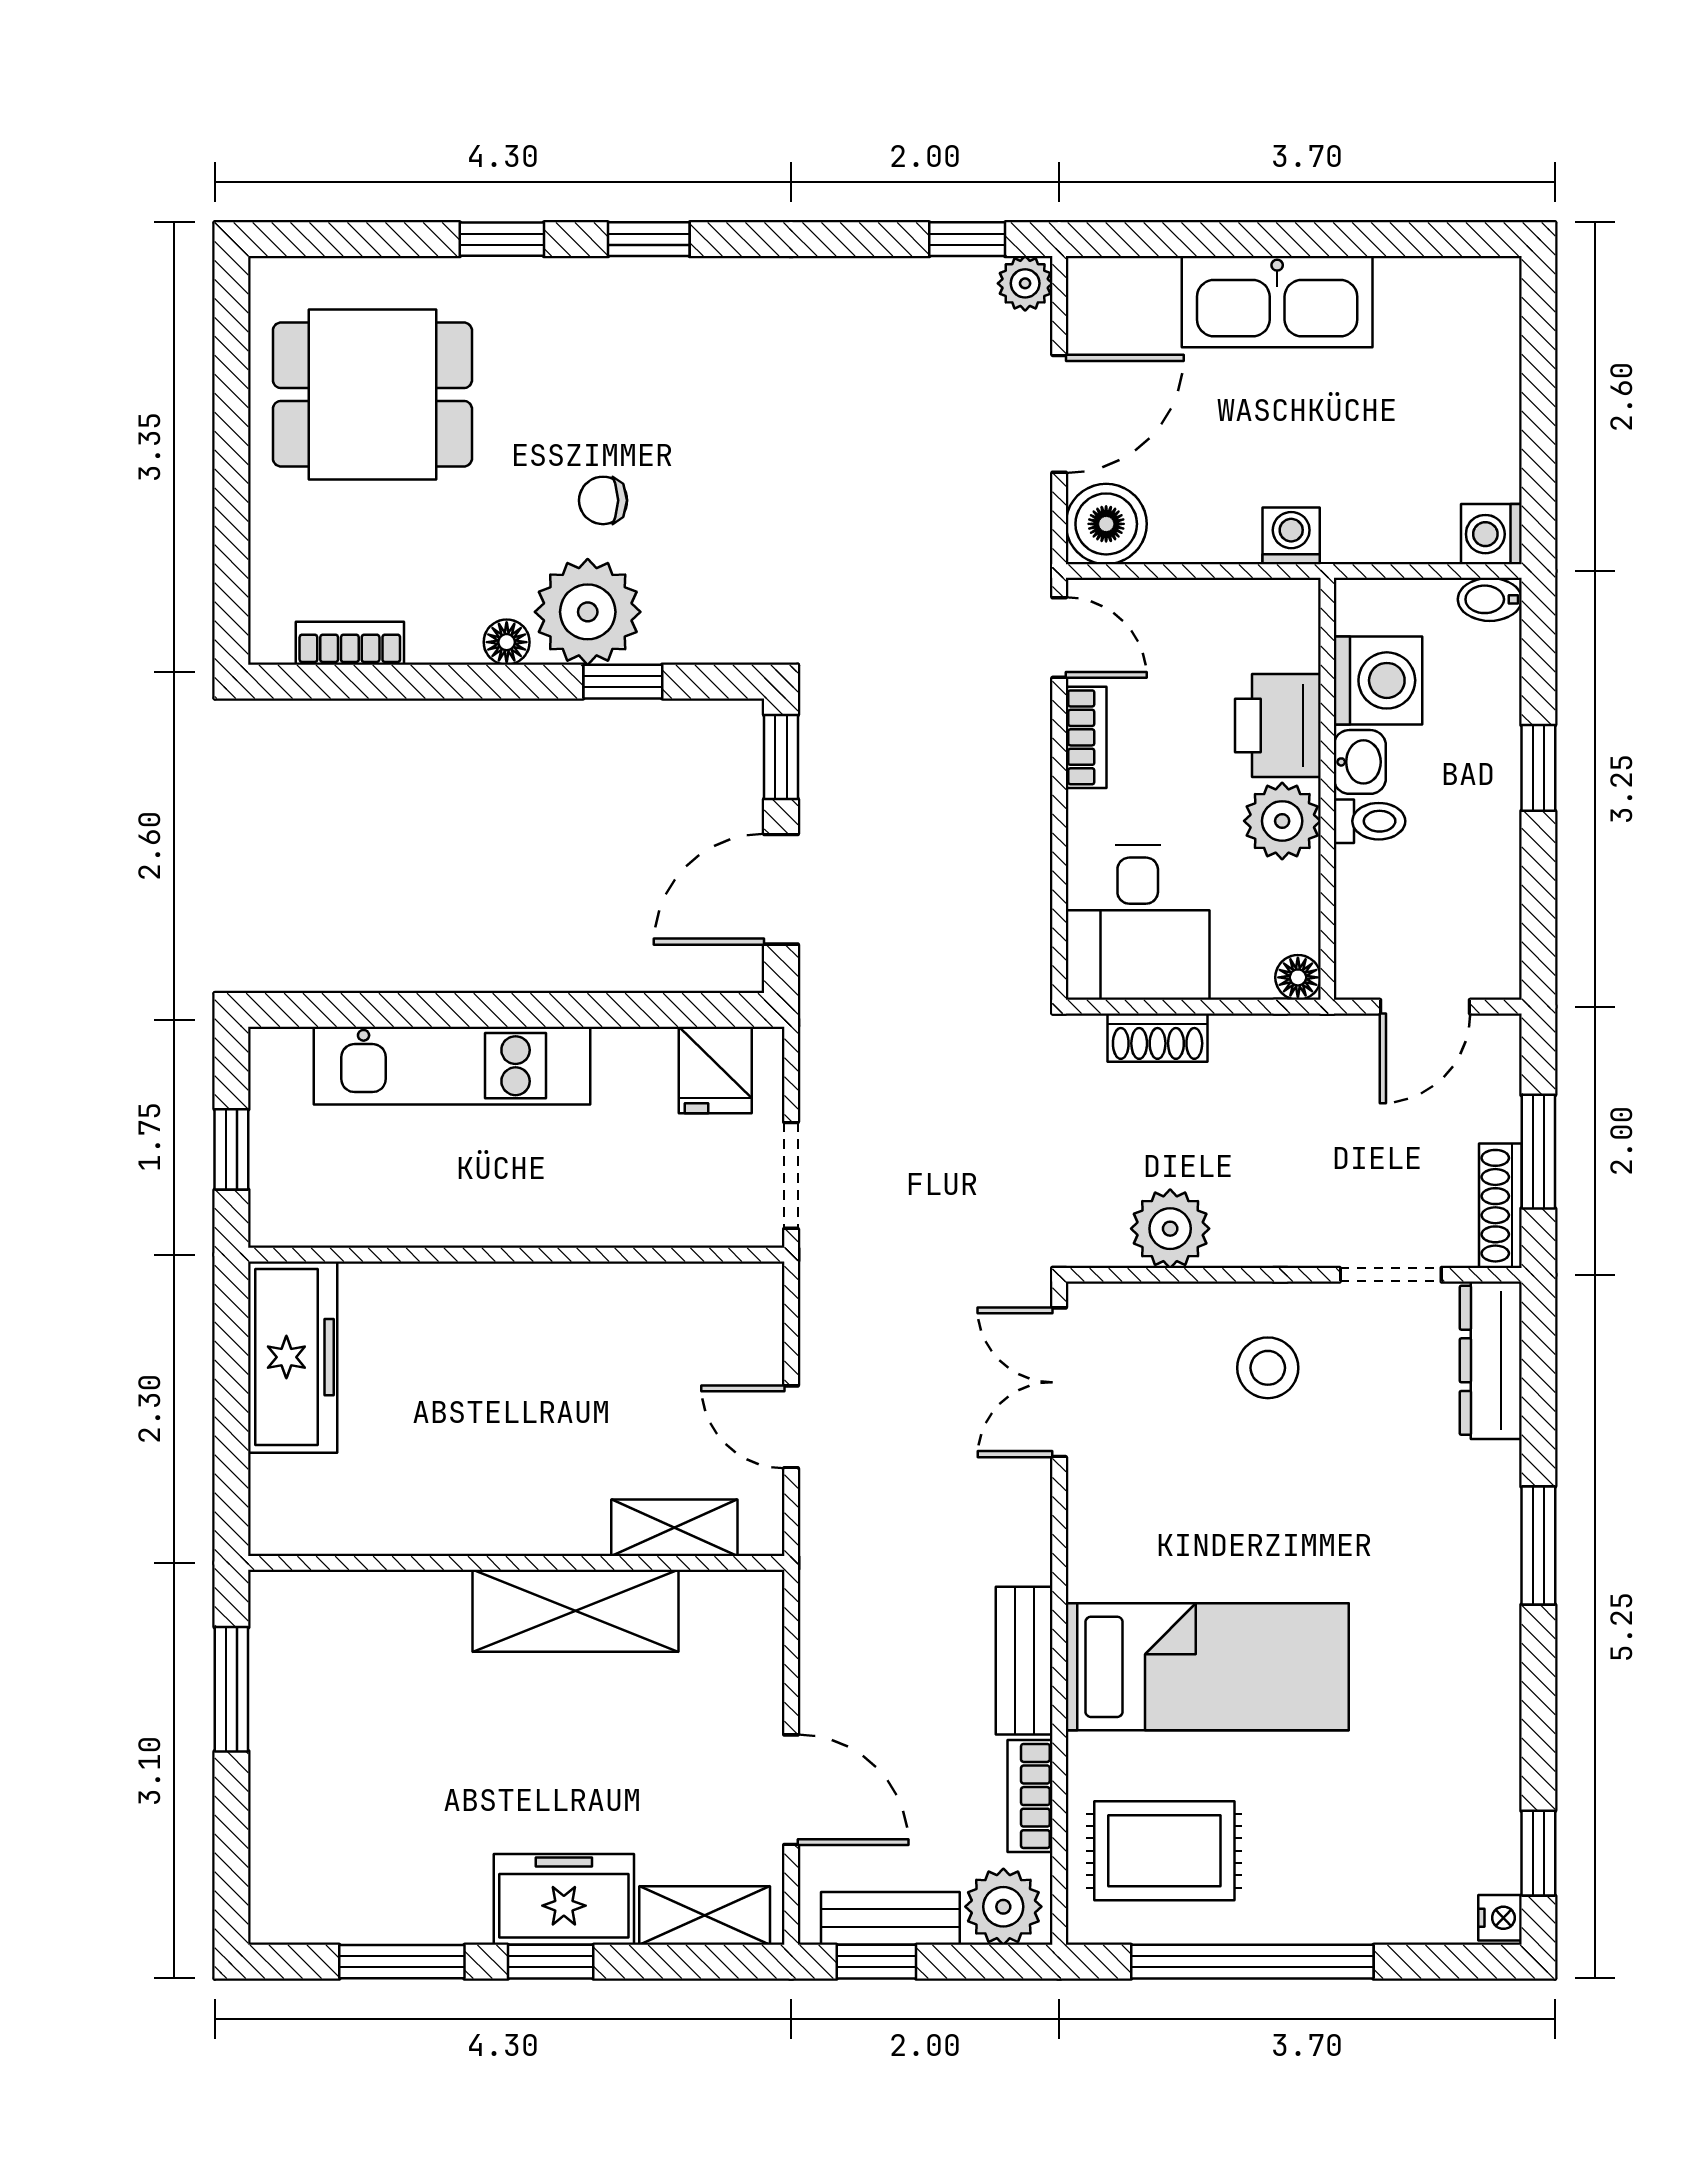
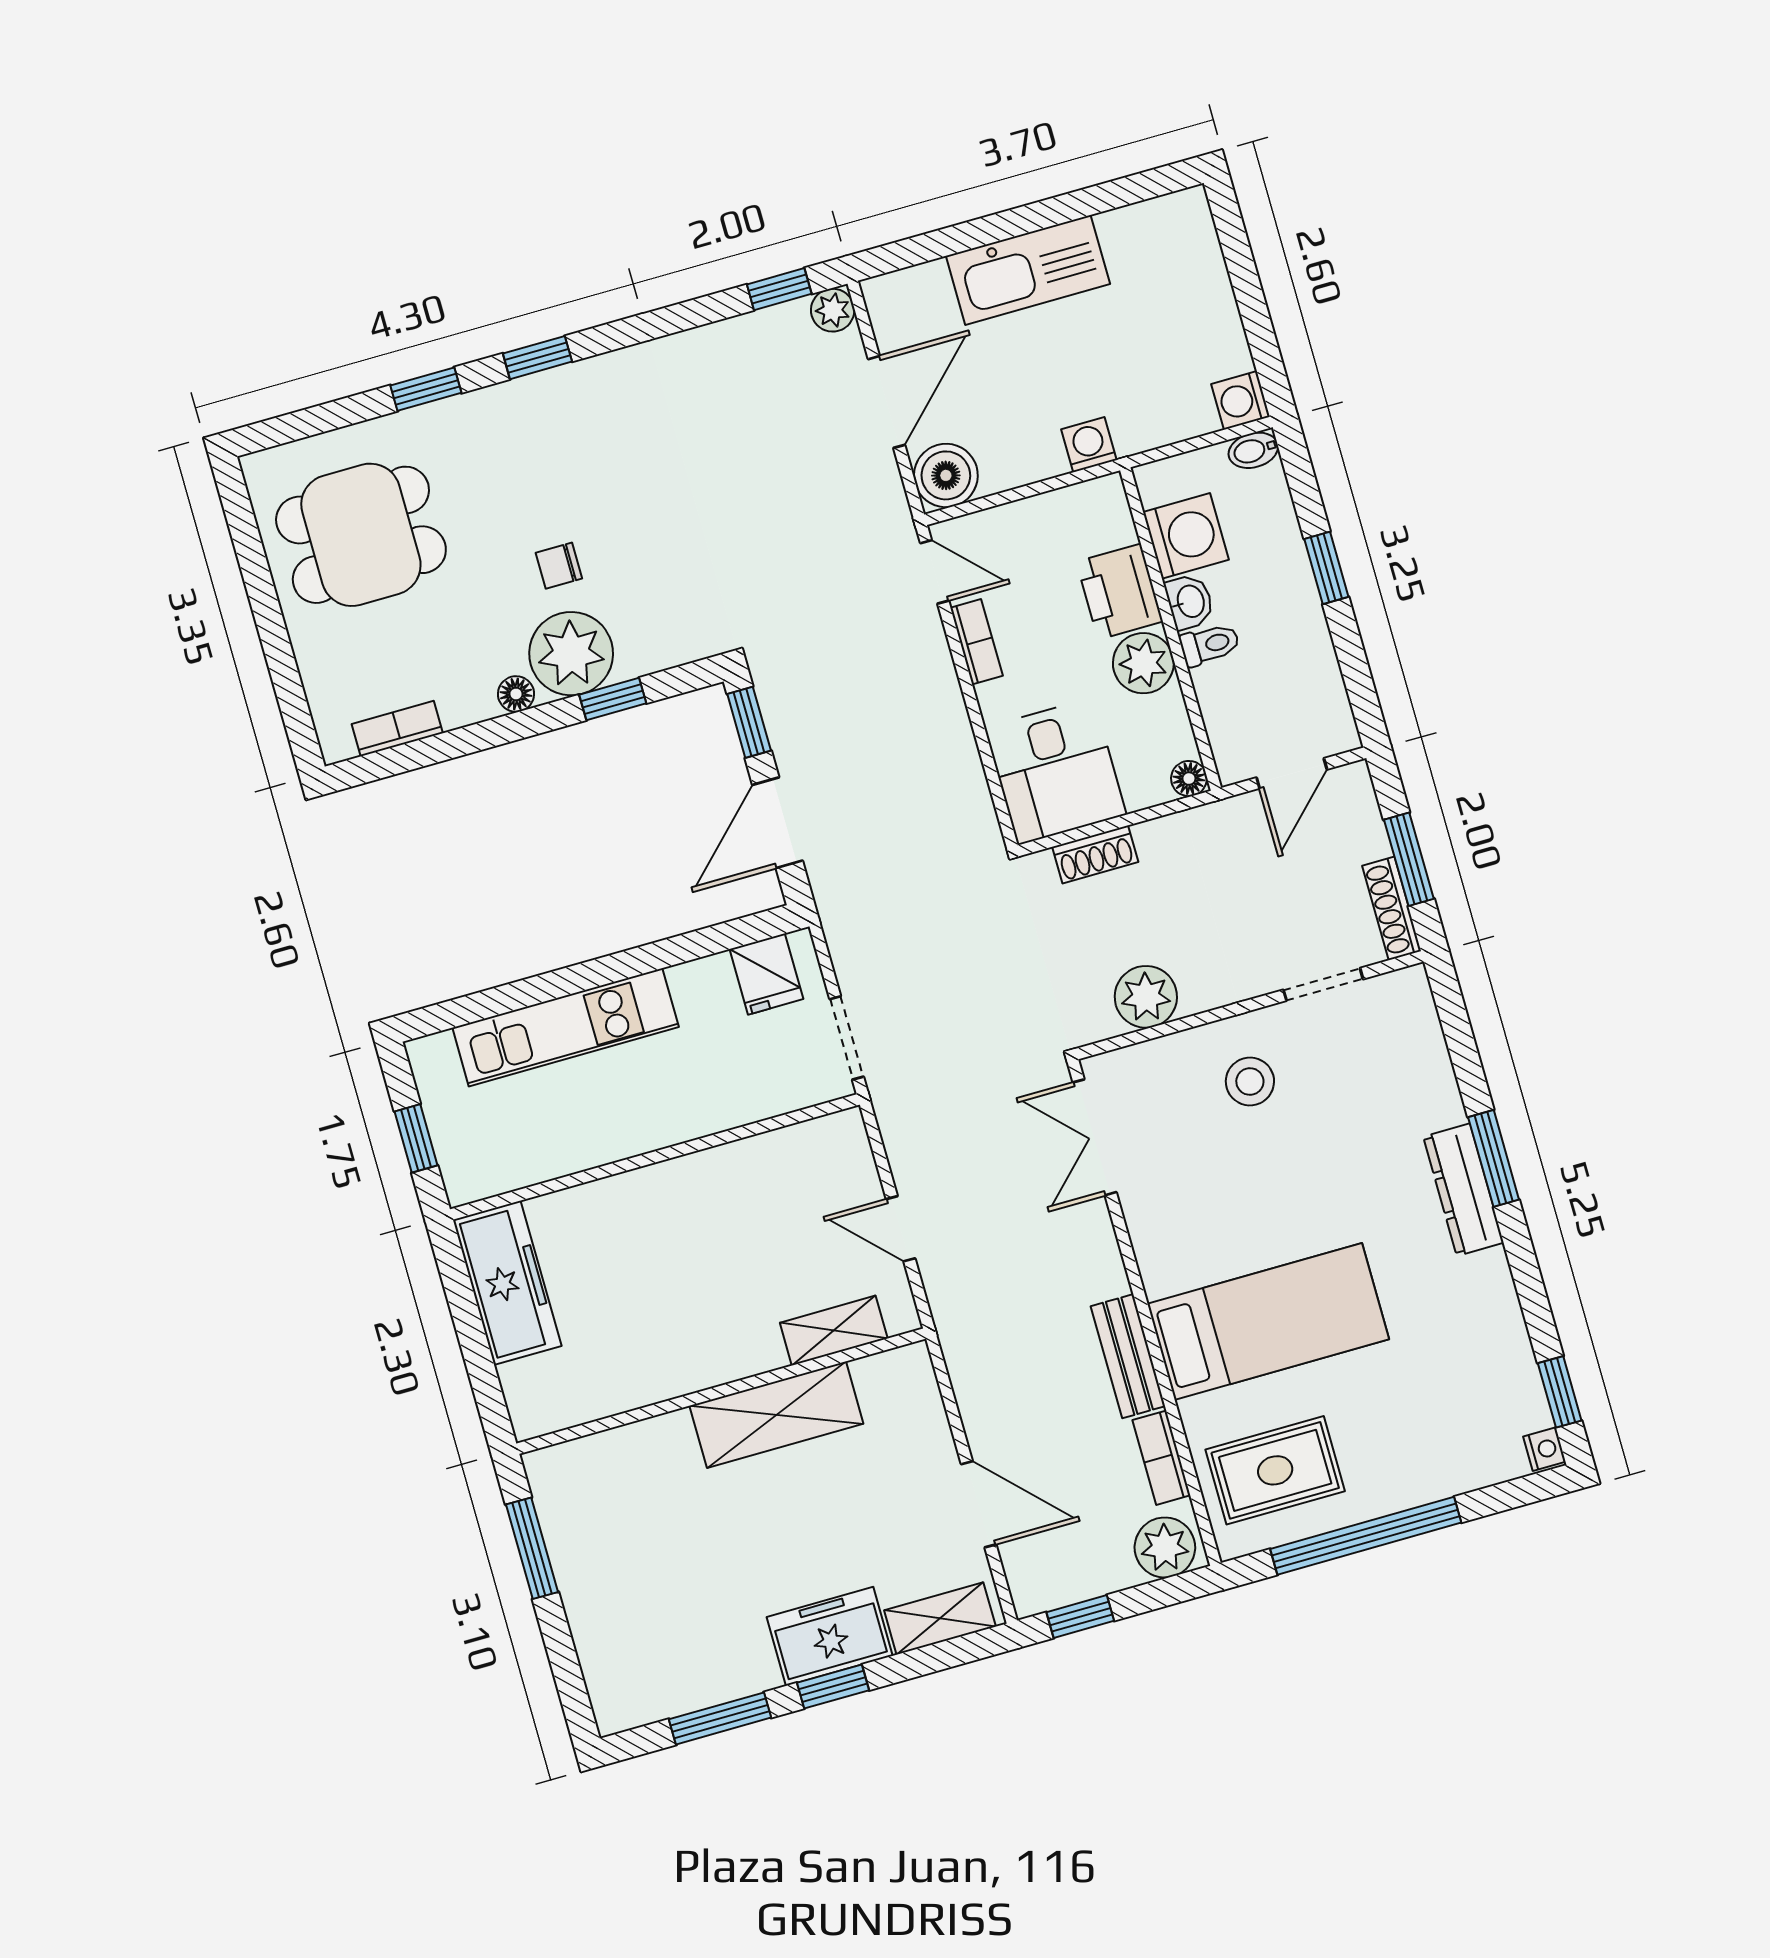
dresser: (1491, 1360) -> (1463, 1190), moved
bench: (890, 1918) -> (1082, 1581), removed

